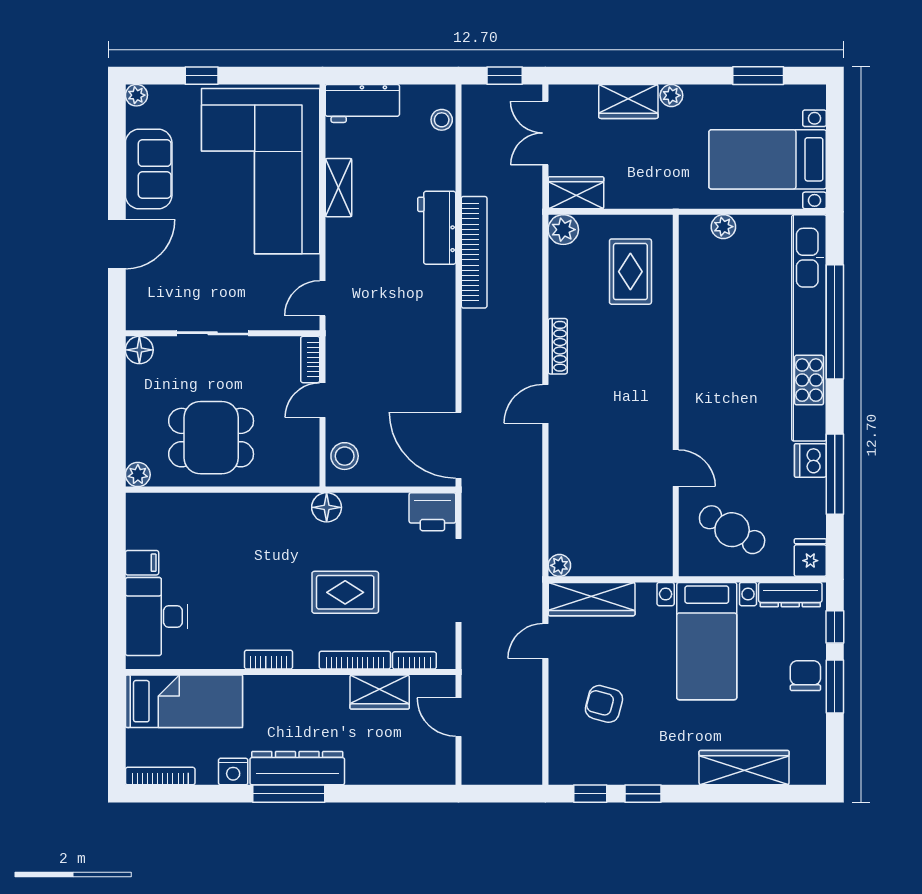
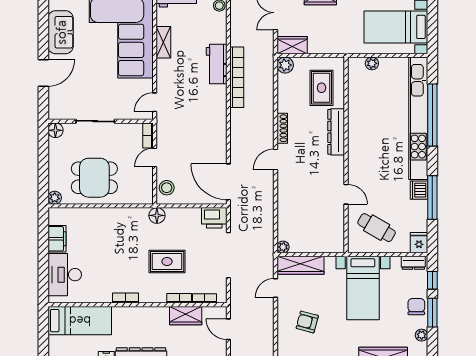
dresser: (657, 353) -> (336, 132), added
filing cabinet: (142, 563) -> (57, 239), width x2.00
dresser: (790, 595) -> (413, 263), width x0.70
bookcase: (355, 660) -> (179, 298), width x0.64
plant: (815, 728) -> (422, 335), added

